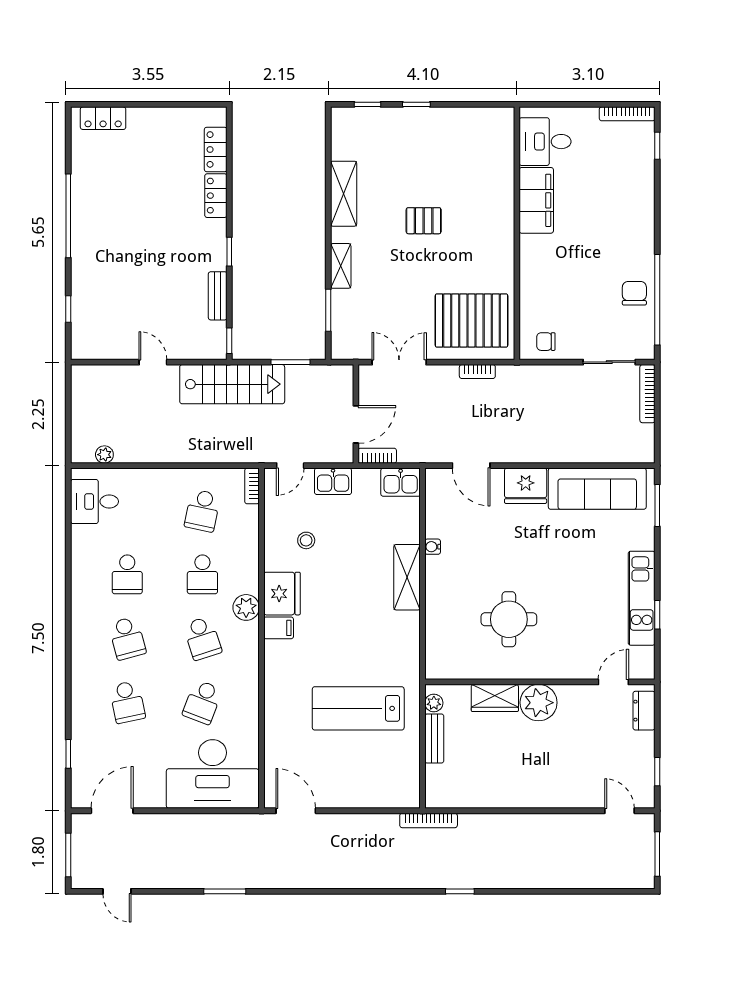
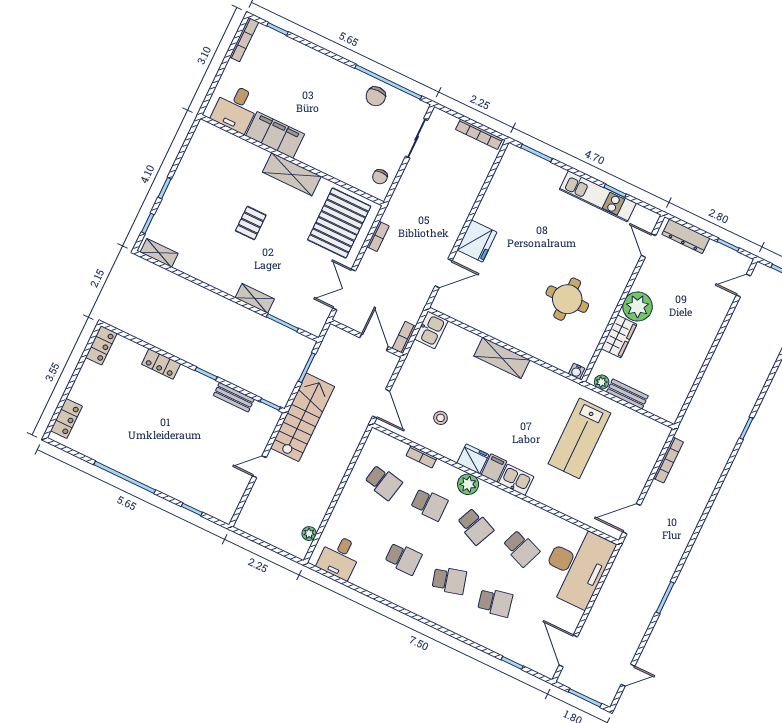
locker: (216, 149) -> (101, 345), moved, turned -90
shelving: (344, 194) -> (159, 253), moved, width x0.67, depth x0.75
shelving: (501, 241) -> (292, 174), added
chair: (634, 293) -> (376, 96), turned -90
bookcase: (647, 394) -> (479, 134), moved
door: (290, 466) -> (381, 404), width x1.37
kitchen sink: (333, 481) -> (516, 480), moved, turned -90
bookcase: (252, 486) -> (422, 457), moved
sofa: (597, 489) -> (504, 190), removed
water cooler: (433, 547) -> (577, 371), moved
fridge: (282, 594) -> (473, 459), width x0.73, depth x0.75
school desk: (202, 638) -> (475, 526), turned 42
dresser: (644, 711) -> (686, 236), width x1.44
bookcase: (429, 820) -> (668, 460), moved

